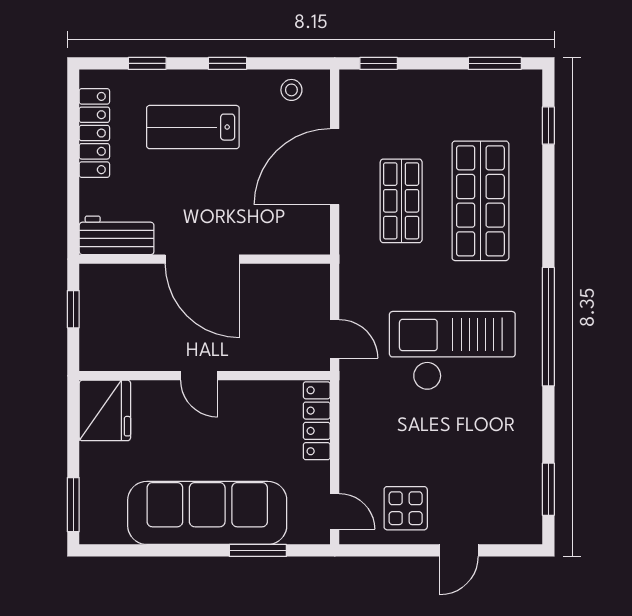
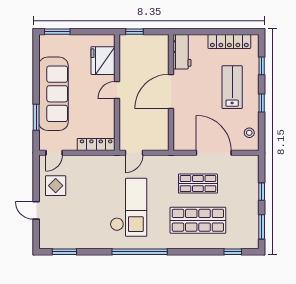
window: (379, 63) -> (262, 192), moved
window: (73, 309) -> (135, 32), moved
fridge: (105, 410) -> (103, 61), moved, turned 90

